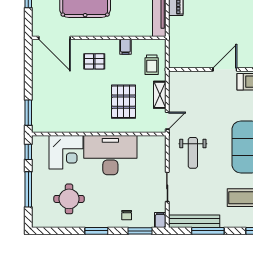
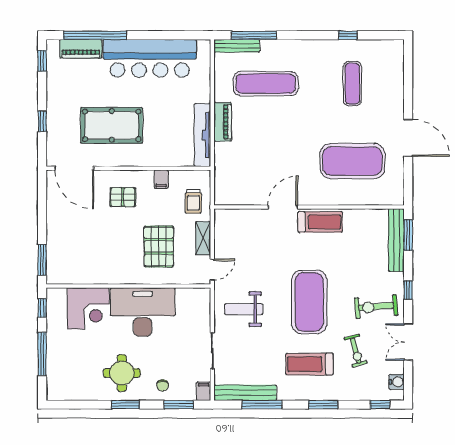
weight bench: (193, 153) -> (244, 309), turned 90
round table: (69, 199) -> (122, 373), moved

